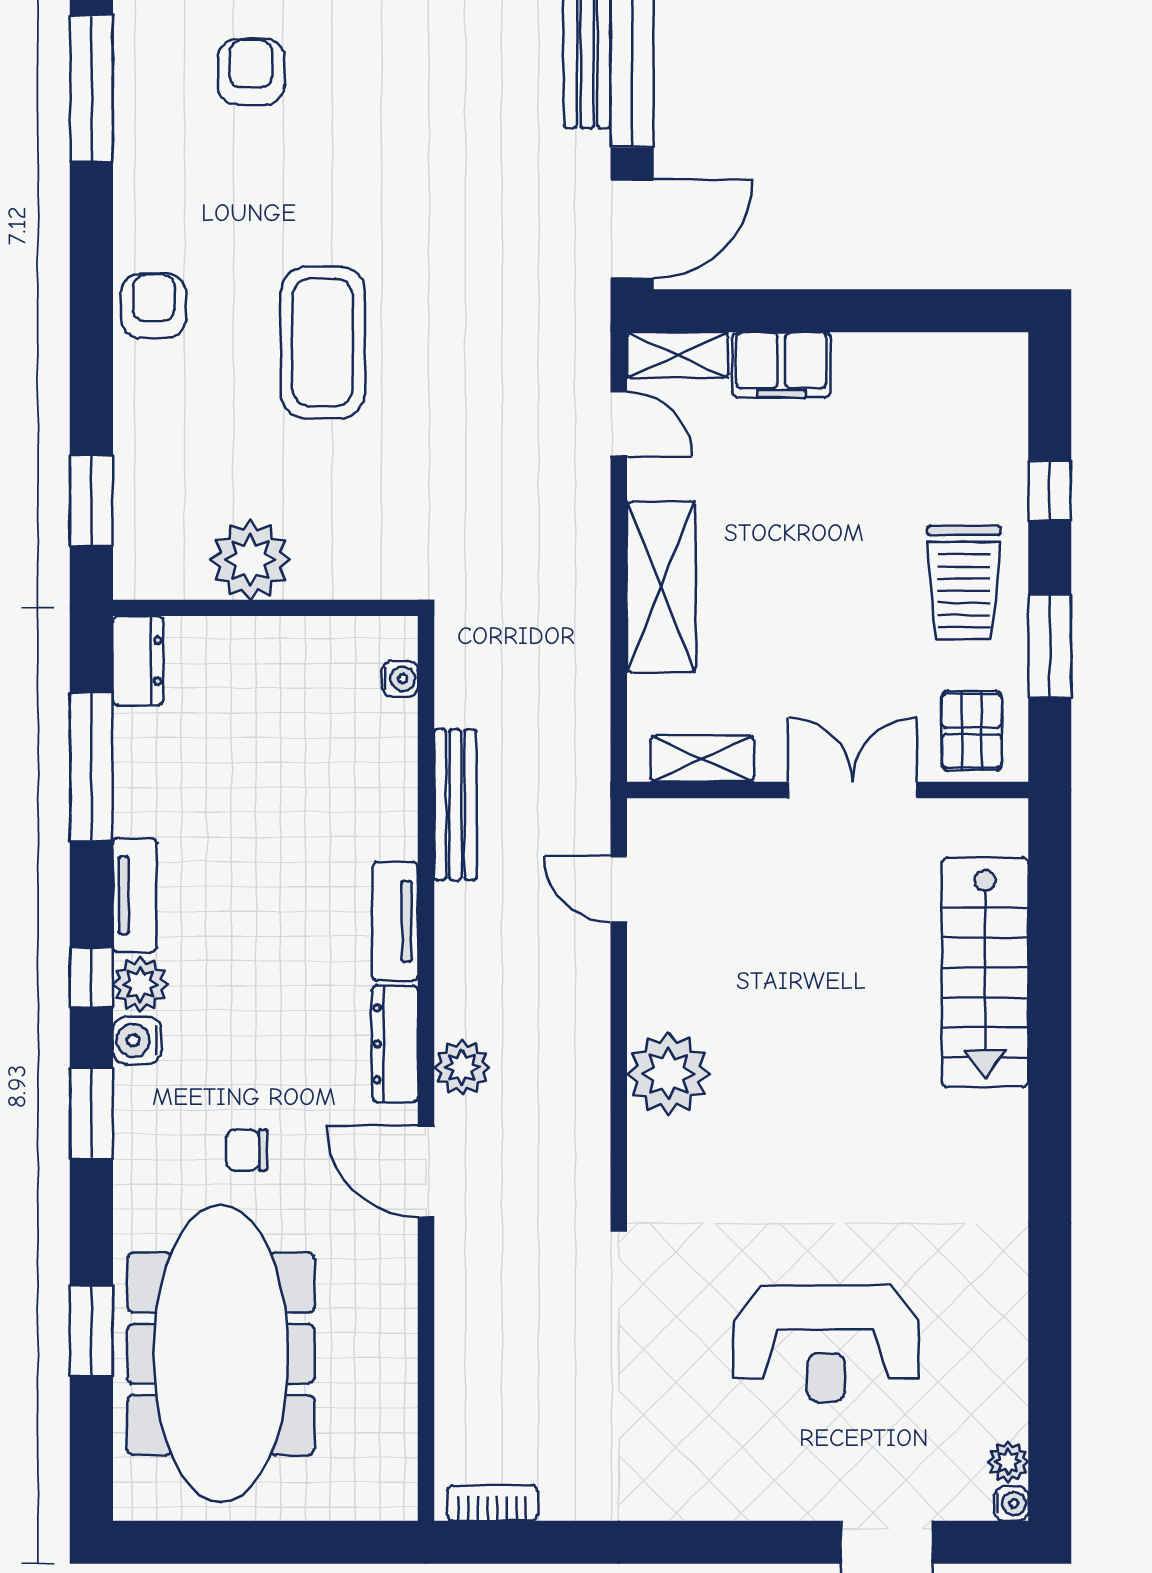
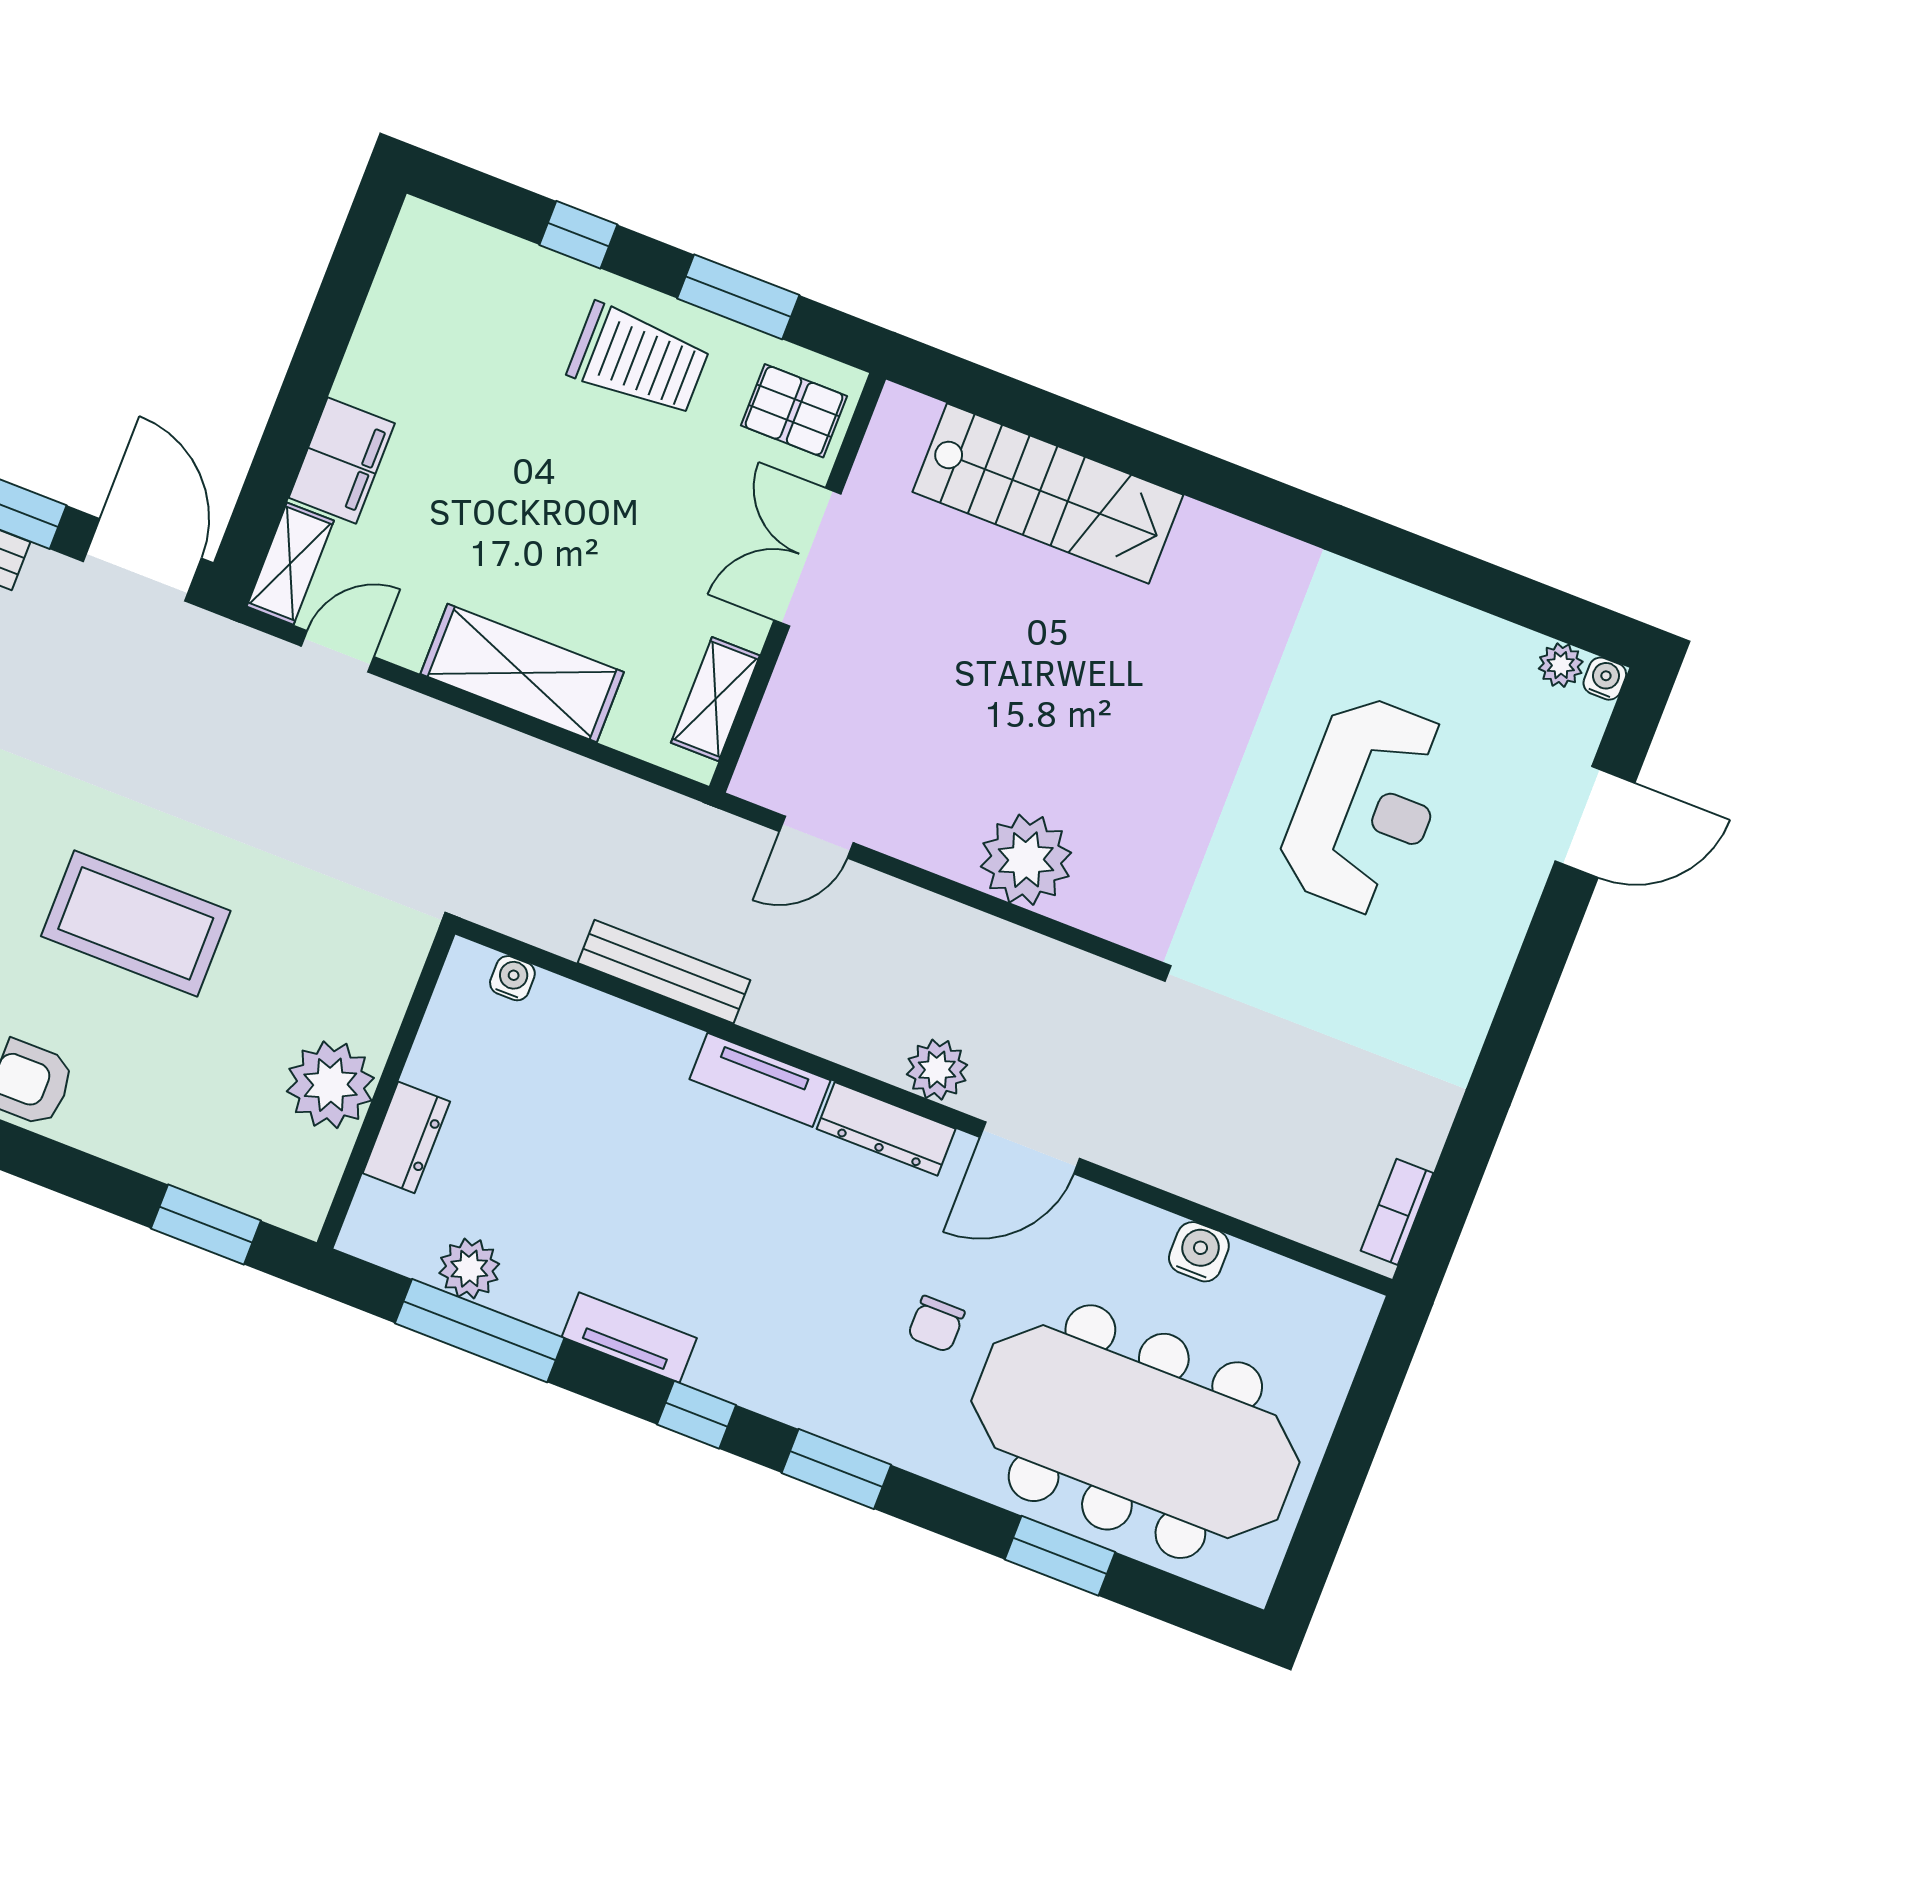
dresser: (138, 661) -> (406, 1137), moved, turned 90
plant: (140, 984) -> (469, 1269), moved
water cooler: (137, 1040) -> (1199, 1252), moved, turned 180

